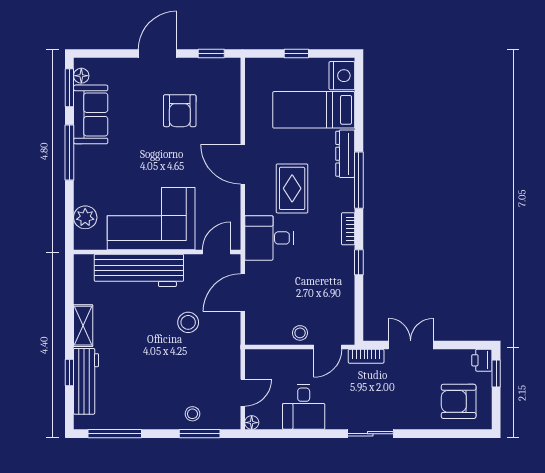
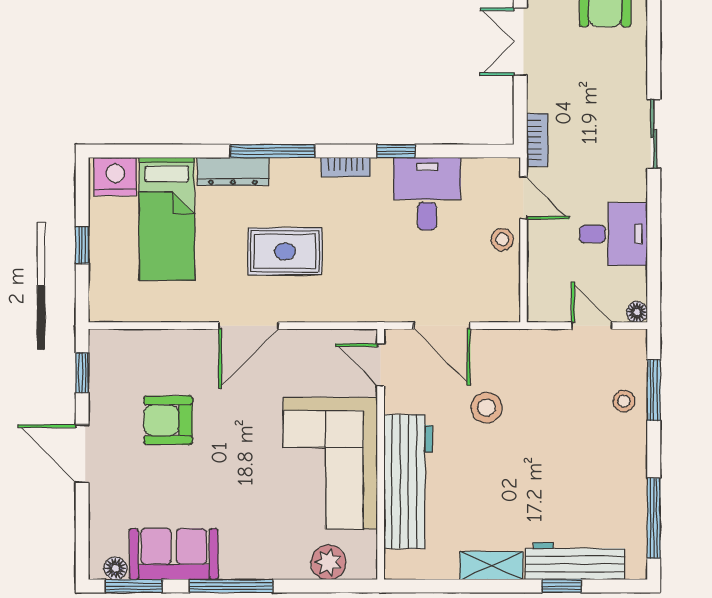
armchair: (180, 111) -> (168, 420), turned 180
desk: (269, 238) -> (427, 194), moved, turned 180
double door: (411, 345) -> (520, 42), moved

